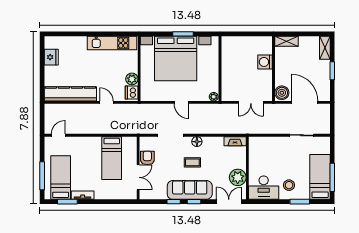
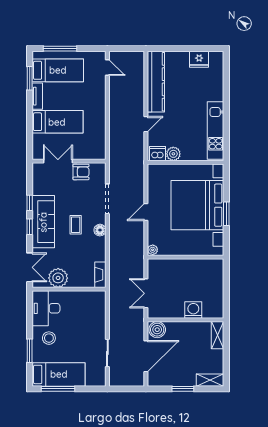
bed: (112, 158) -> (57, 122), moved, turned 180
double door: (138, 177) -> (58, 161), swing flipped

